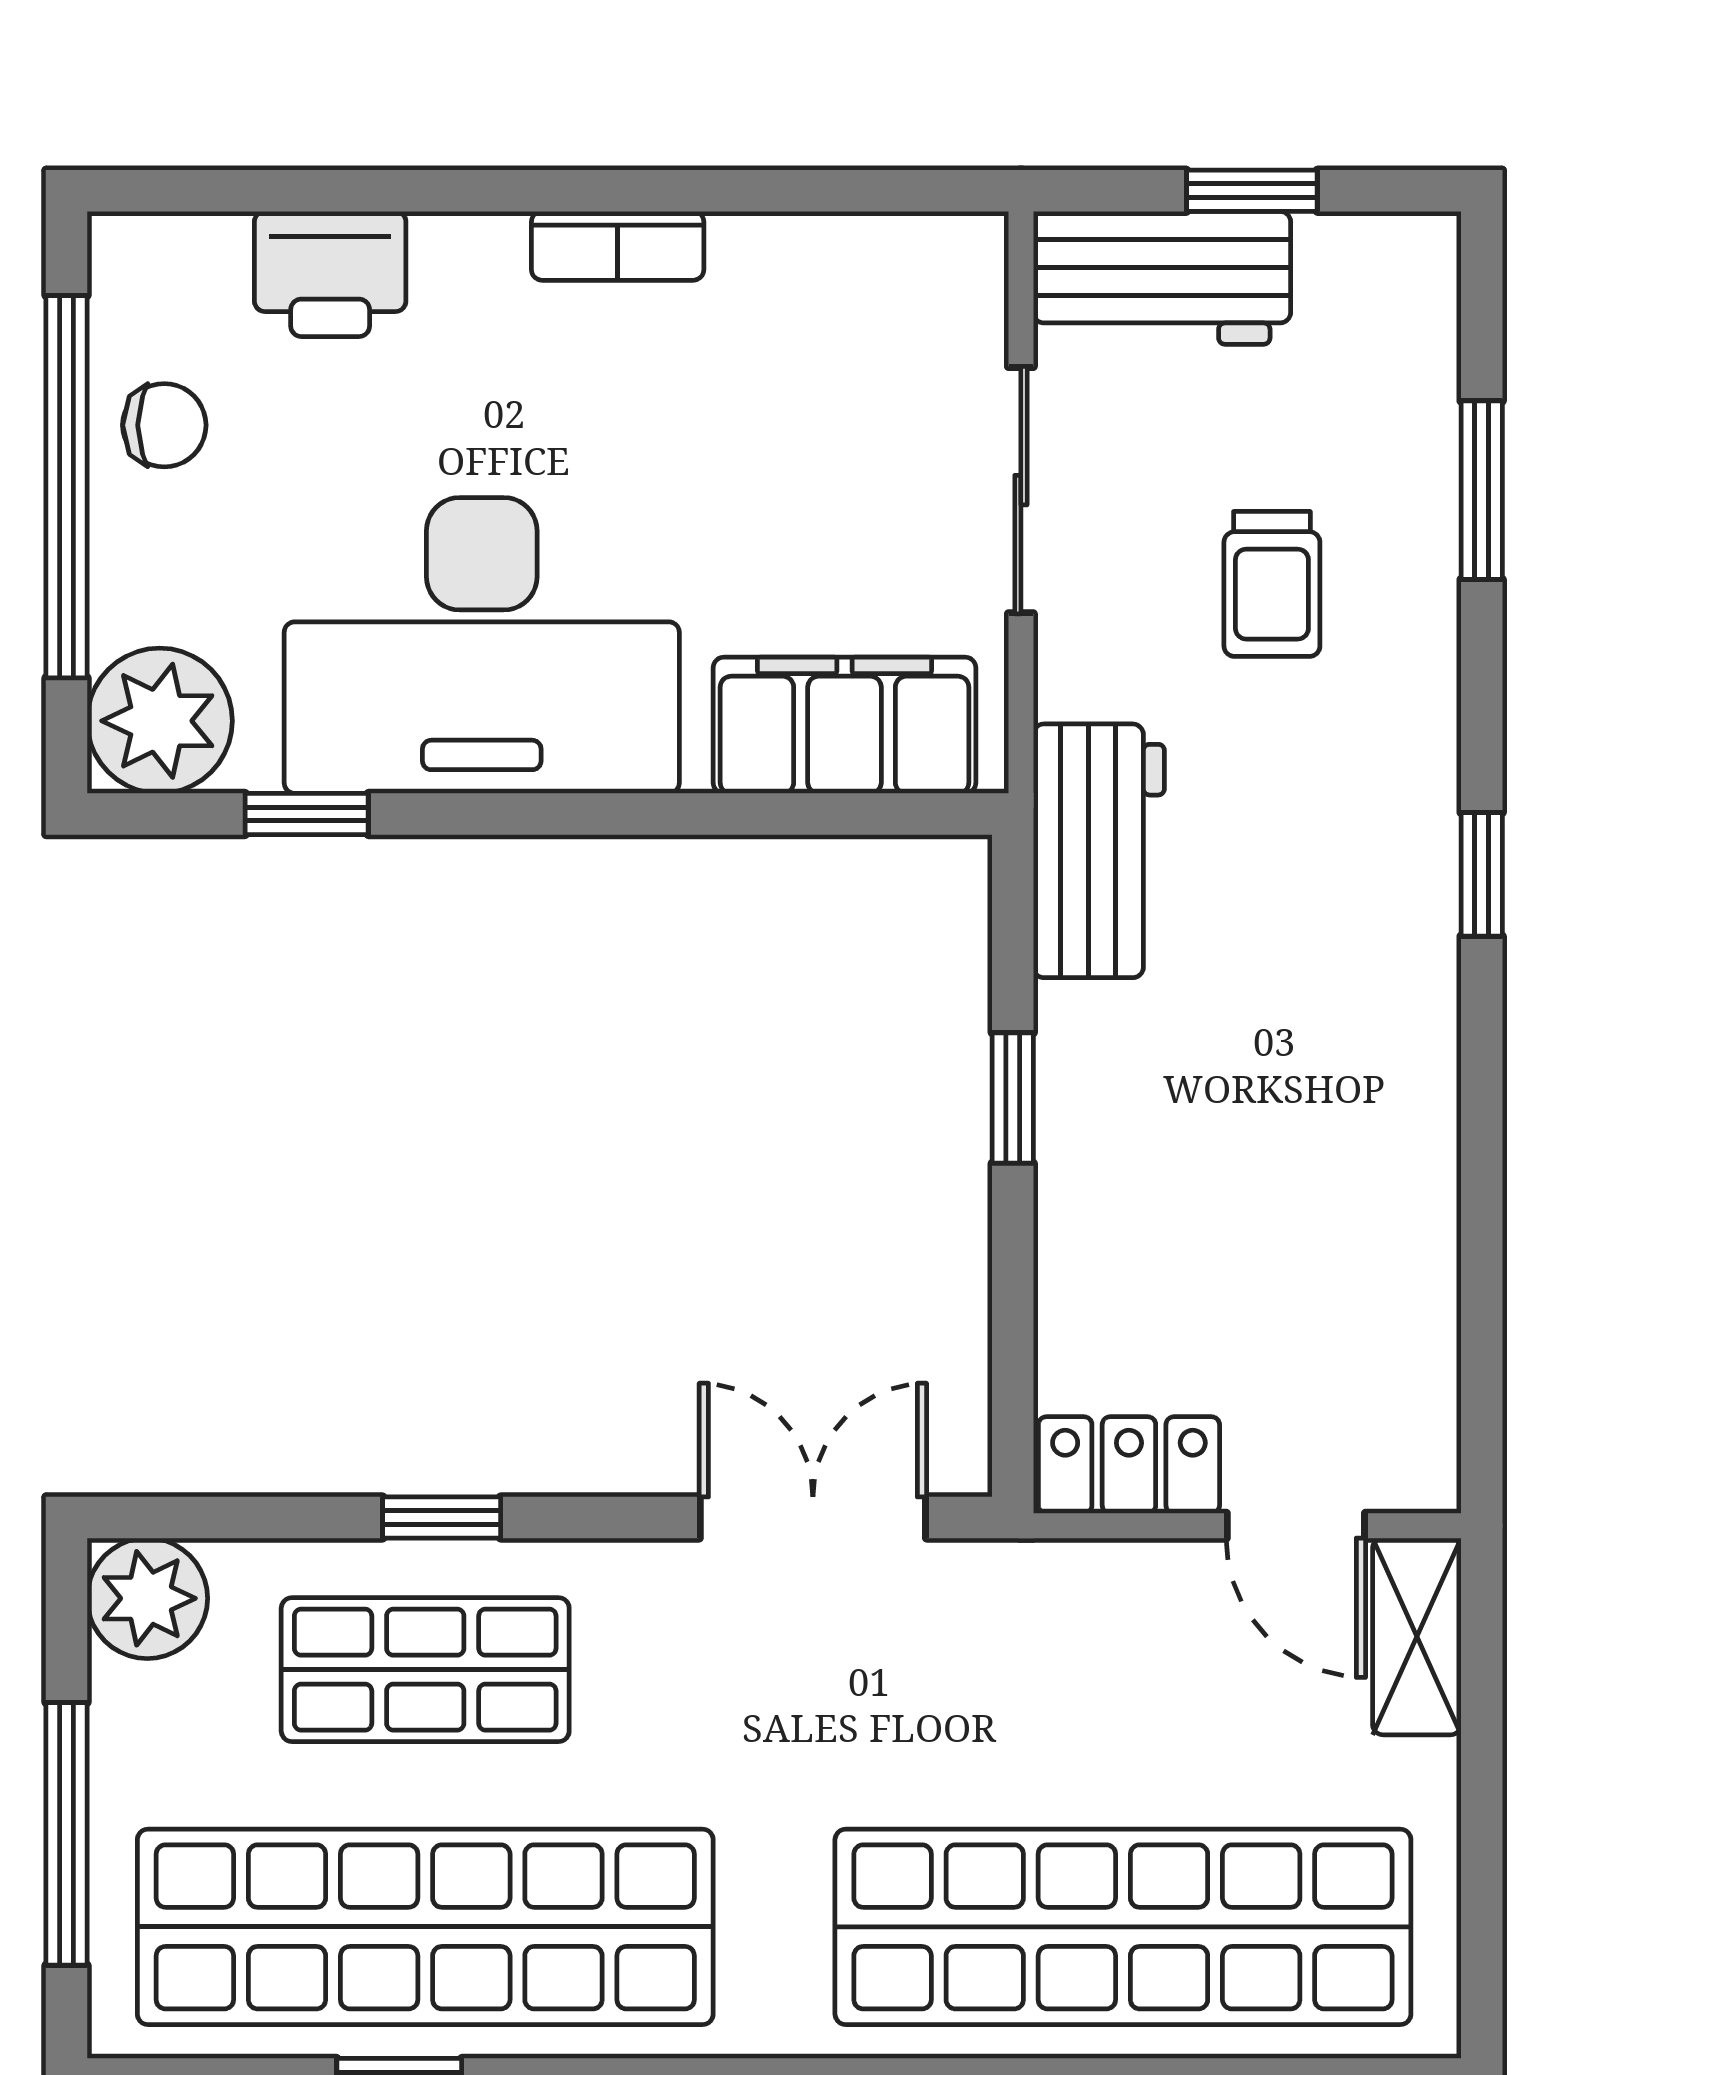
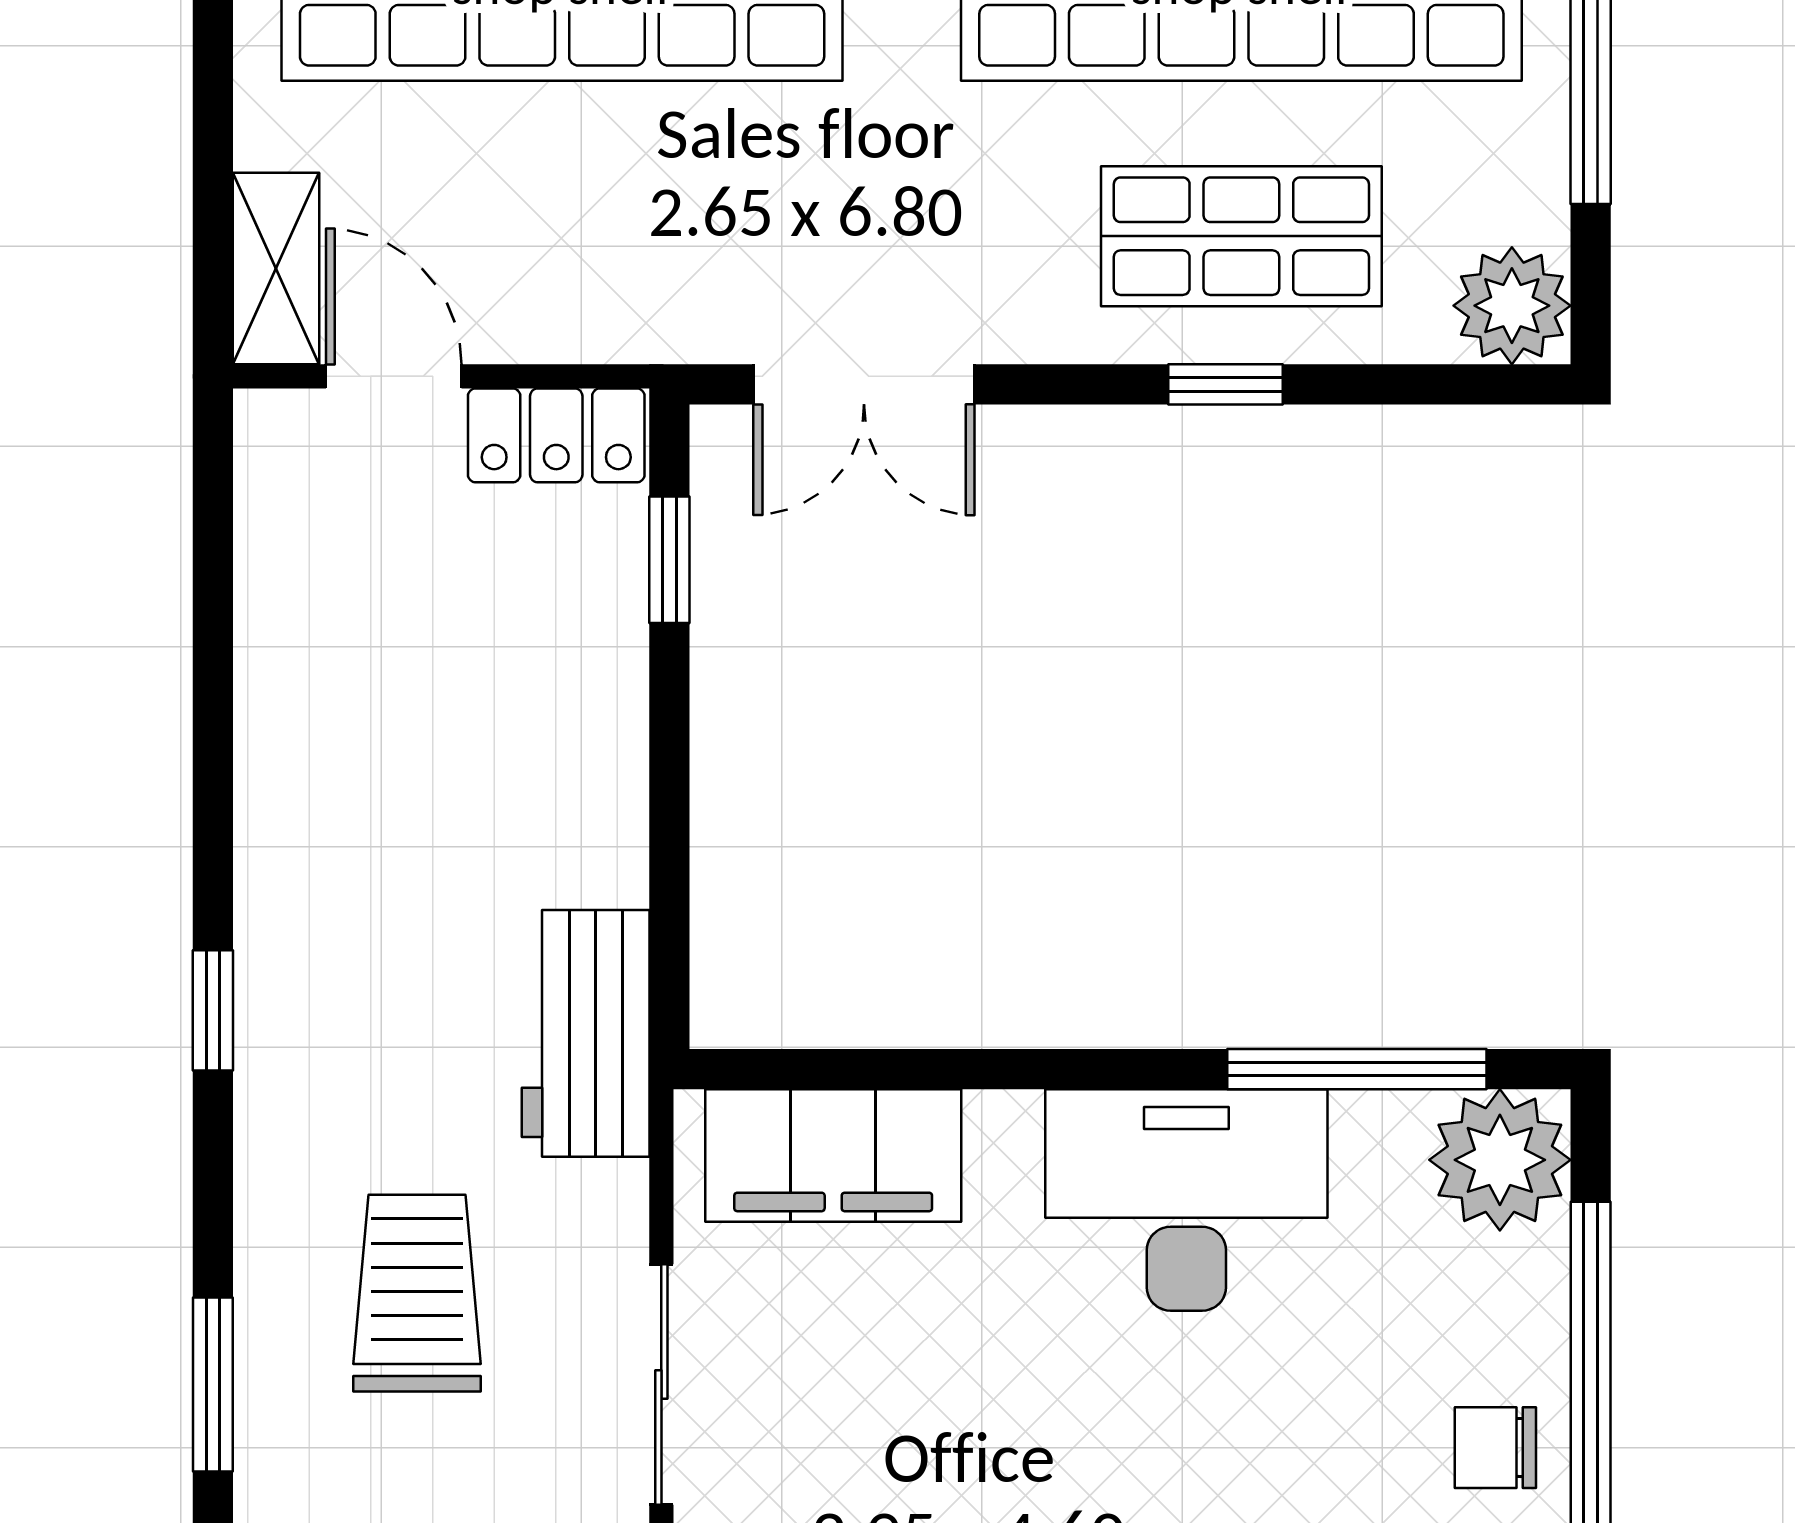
trolley: (1272, 584) -> (417, 1293), width x1.36, depth x1.39
desk: (482, 645) -> (1186, 1200), width x0.73, depth x0.77
window: (307, 814) -> (1357, 1069), width x2.17
window: (1013, 1098) -> (669, 560), moved

